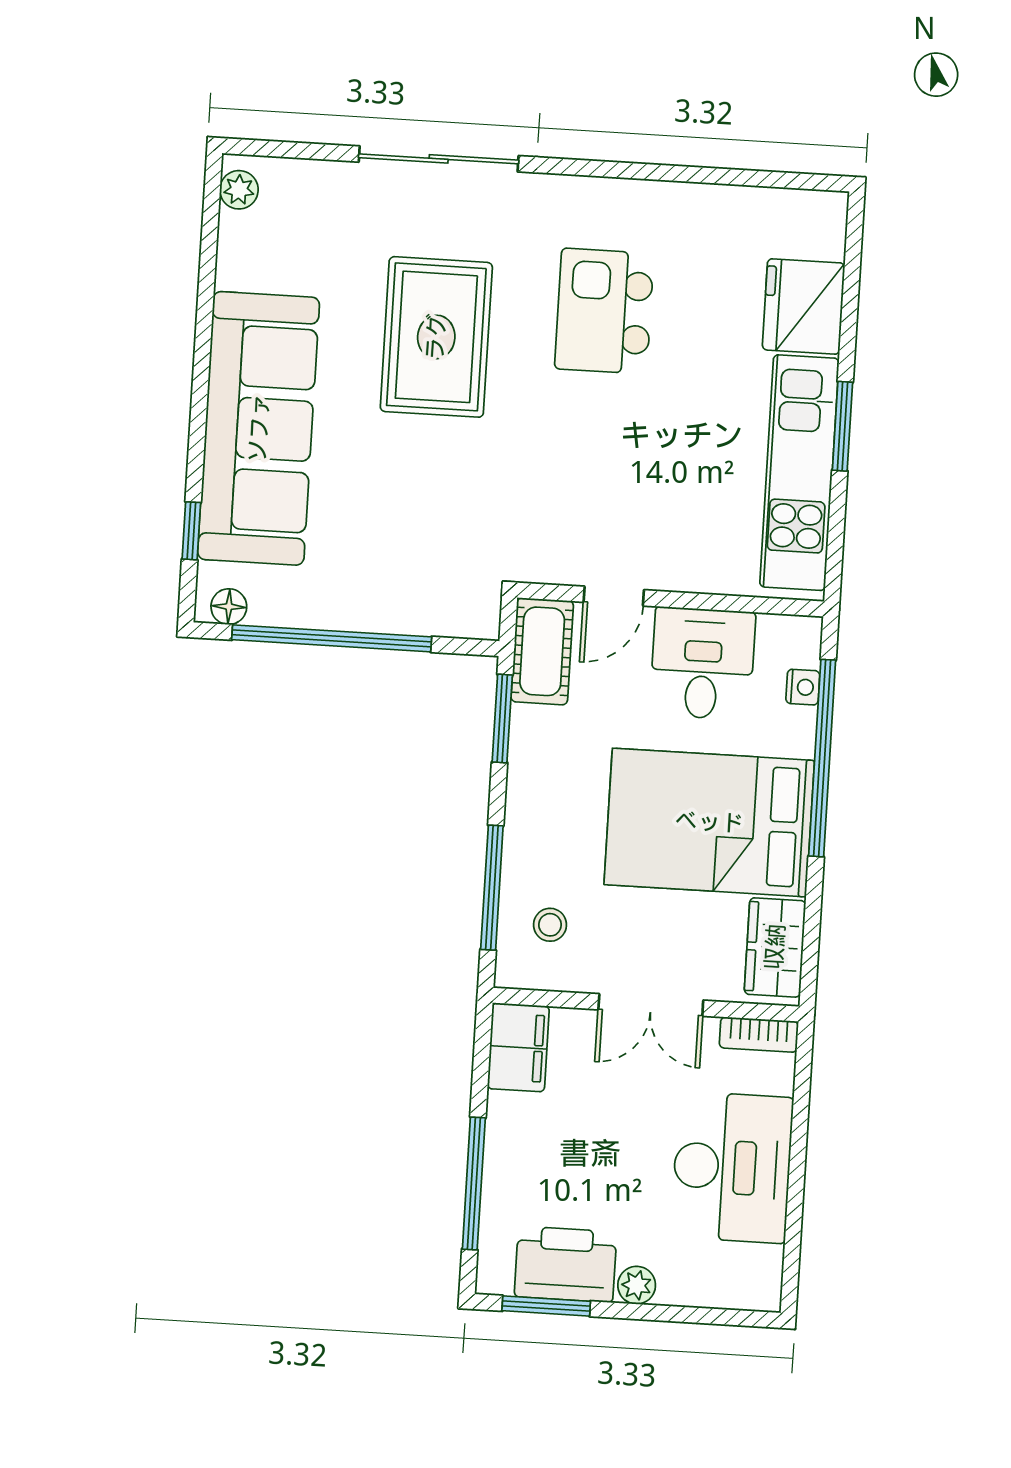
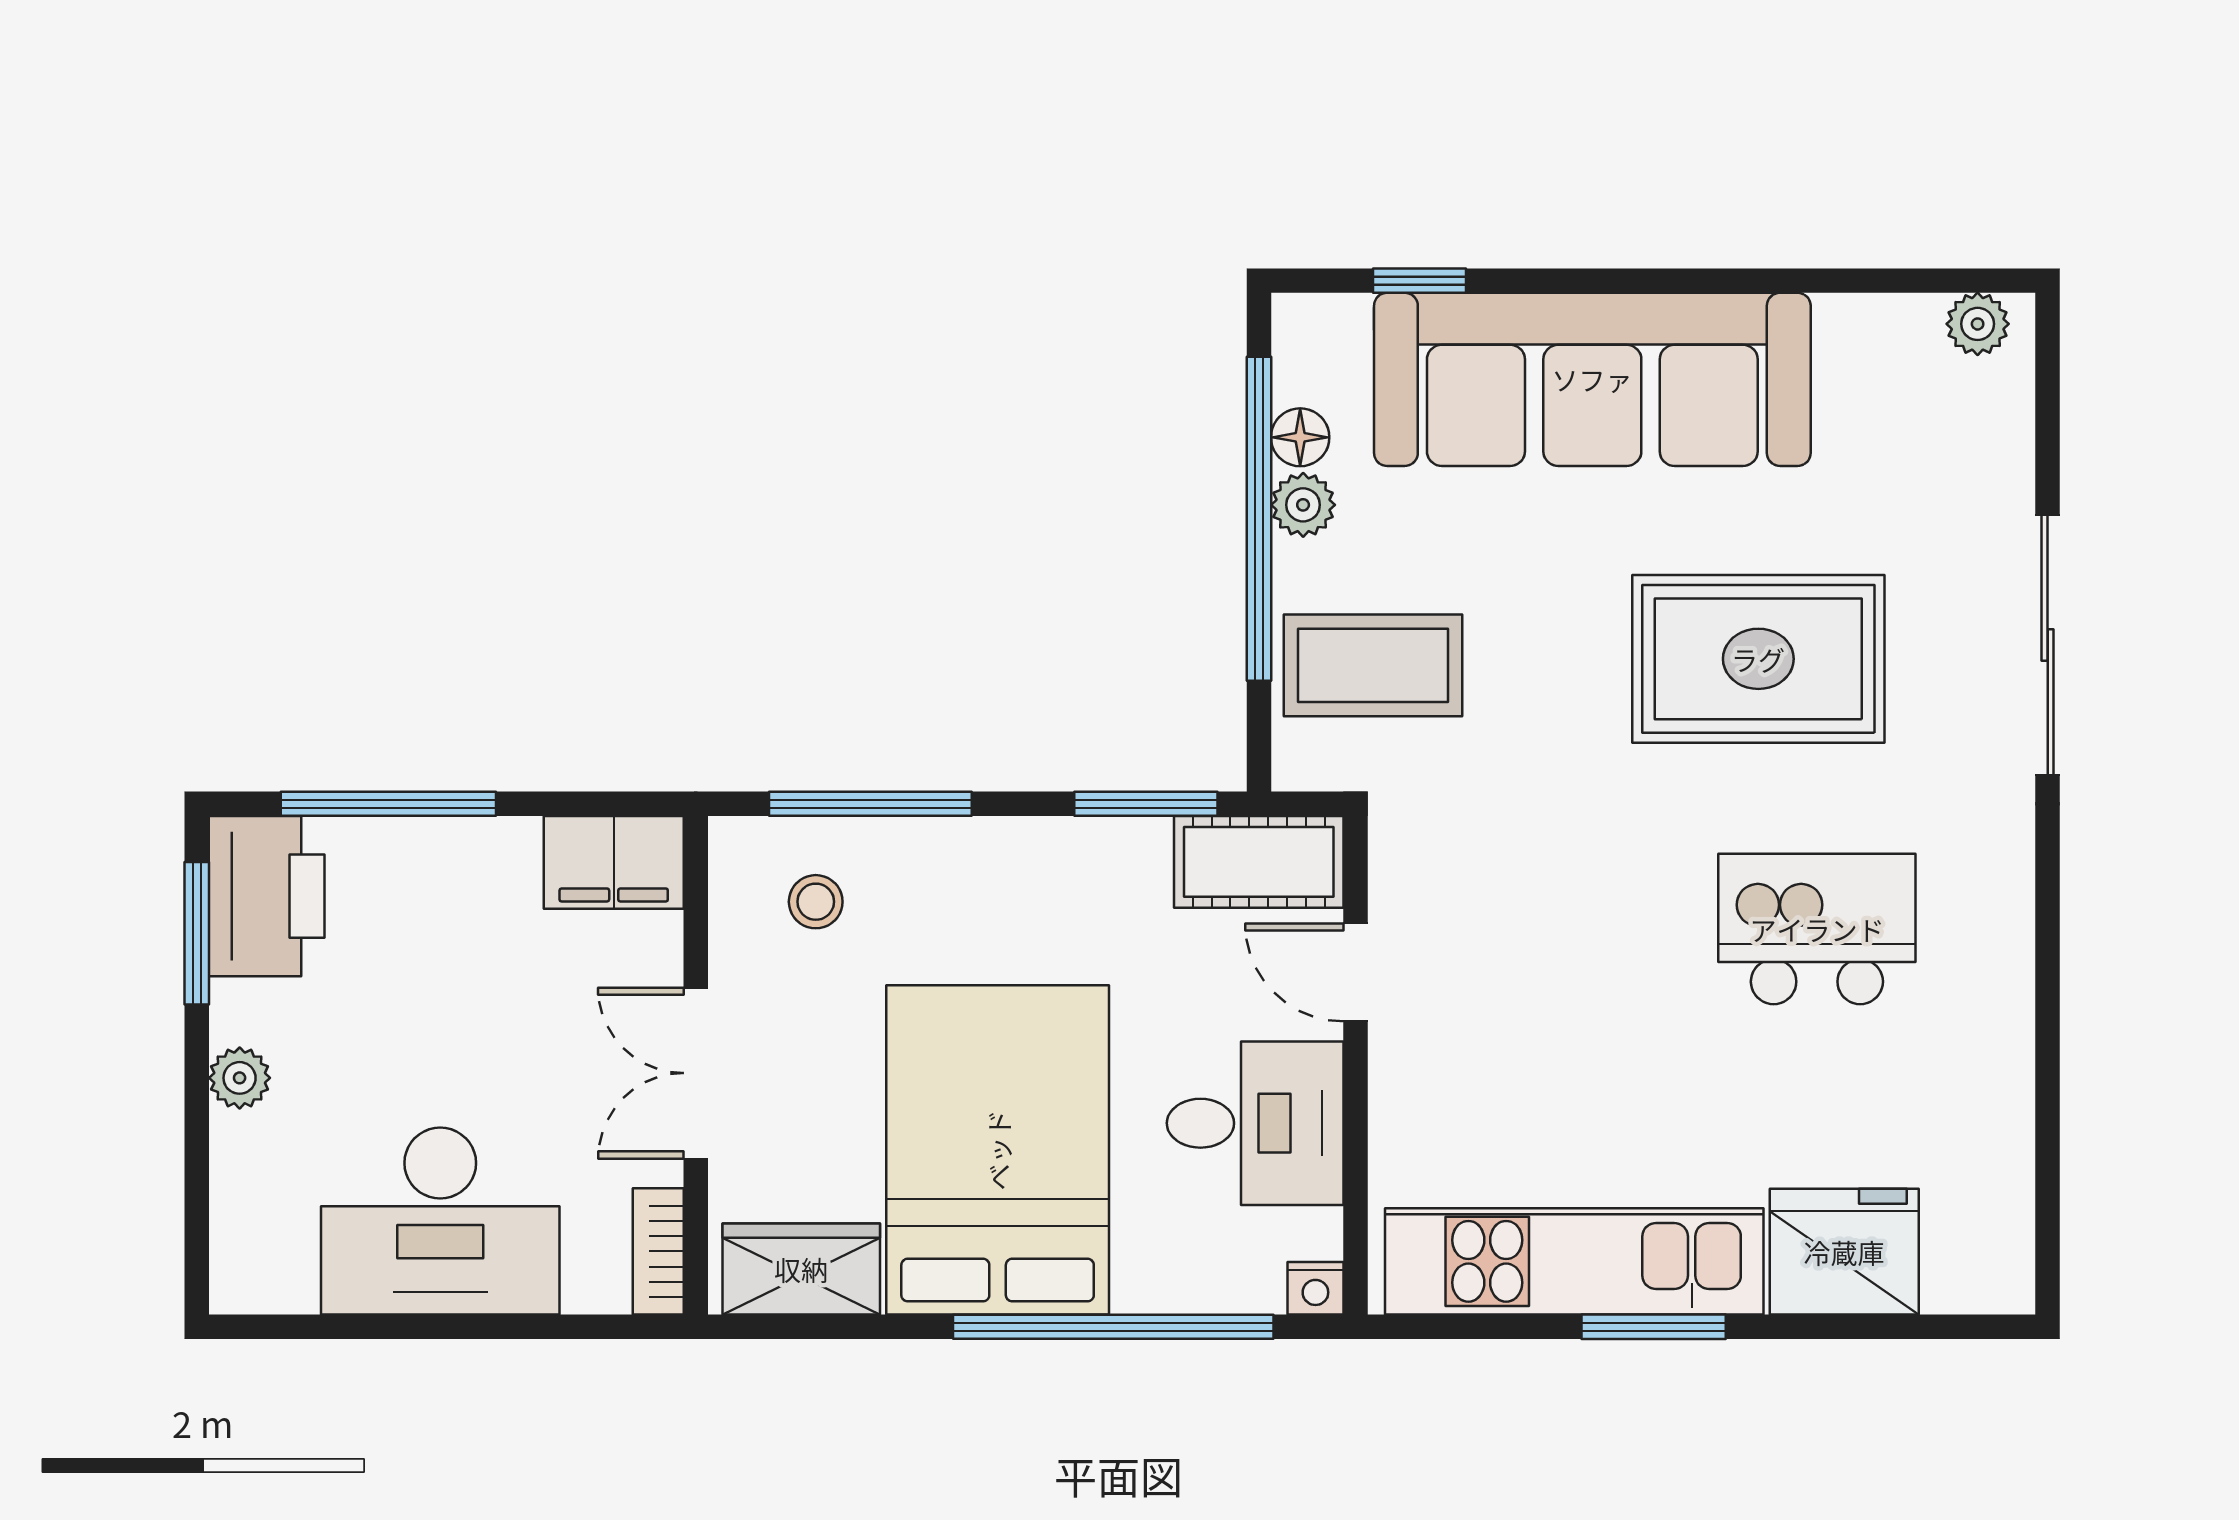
coffee table: (426, 574) -> (1373, 665), added
floor lamp: (229, 607) -> (1300, 437), moved
plant: (325, 611) -> (1303, 505), added
nightstand: (803, 687) -> (1315, 1288), moved
printer: (566, 1264) -> (267, 896), moved

